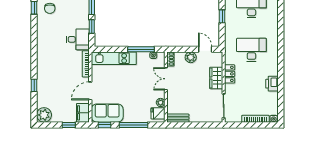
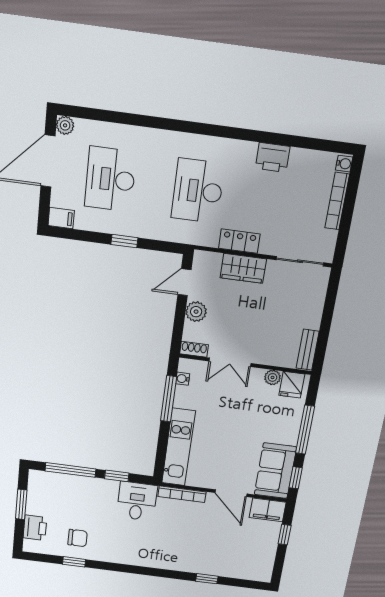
plant: (44, 115) -> (260, 570), removed

